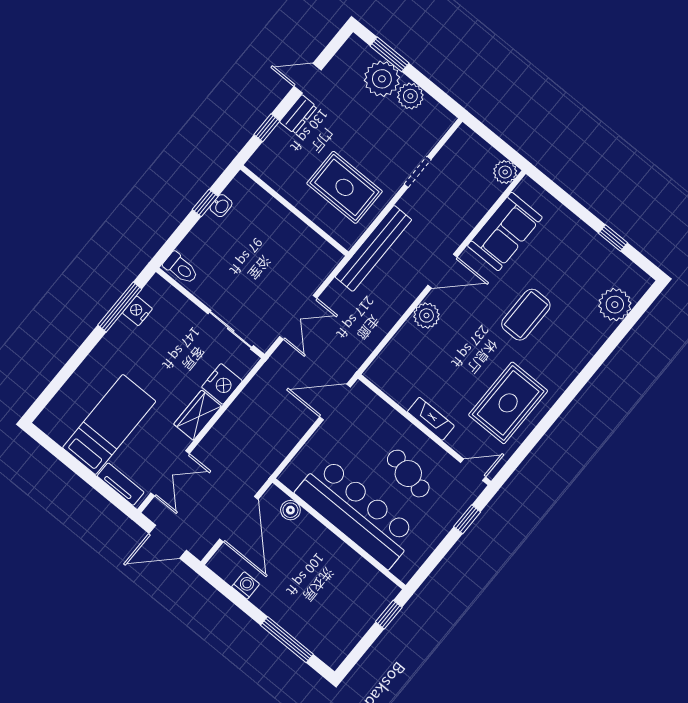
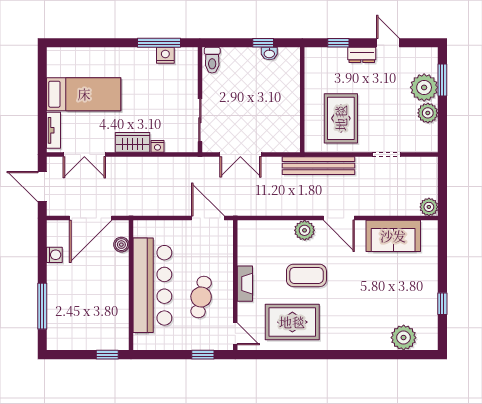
coffee table: (526, 315) -> (306, 275), moved
nightstand: (222, 384) -> (157, 146), width x0.53, depth x0.56

